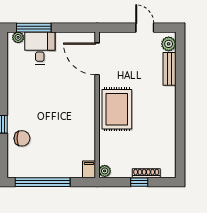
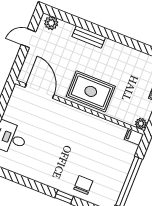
door: (97, 59) -> (39, 91), swing flipped
bench: (169, 69) -> (89, 37), moved

